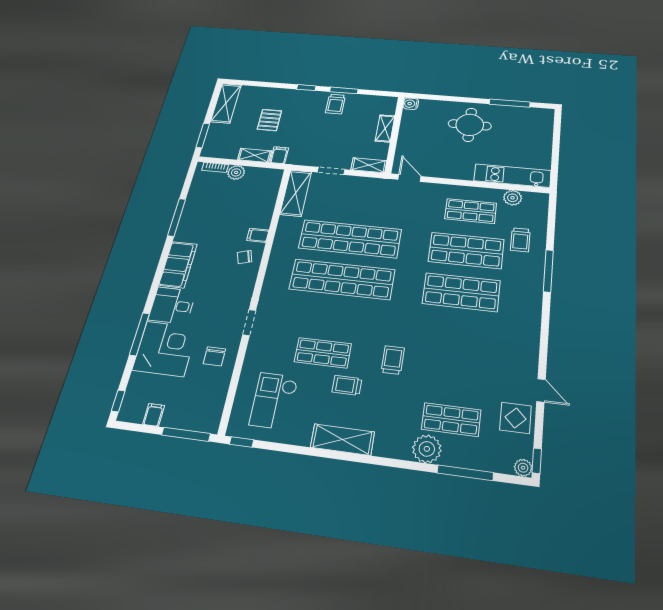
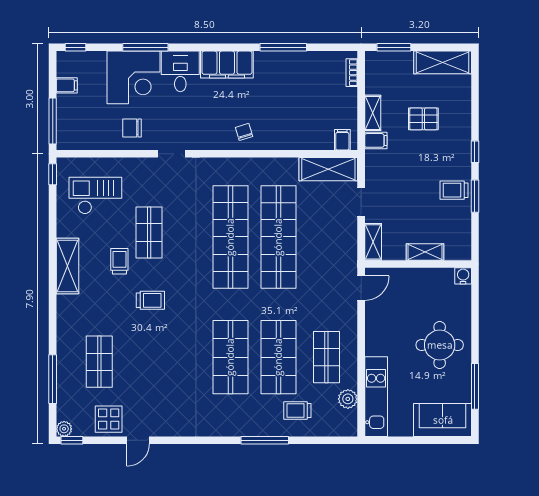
sofa: (538, 128) -> (443, 420), added
plant: (236, 172) -> (348, 98), removed
filing cabinet: (258, 235) -> (342, 140), moved
plant: (427, 449) -> (69, 343), removed

